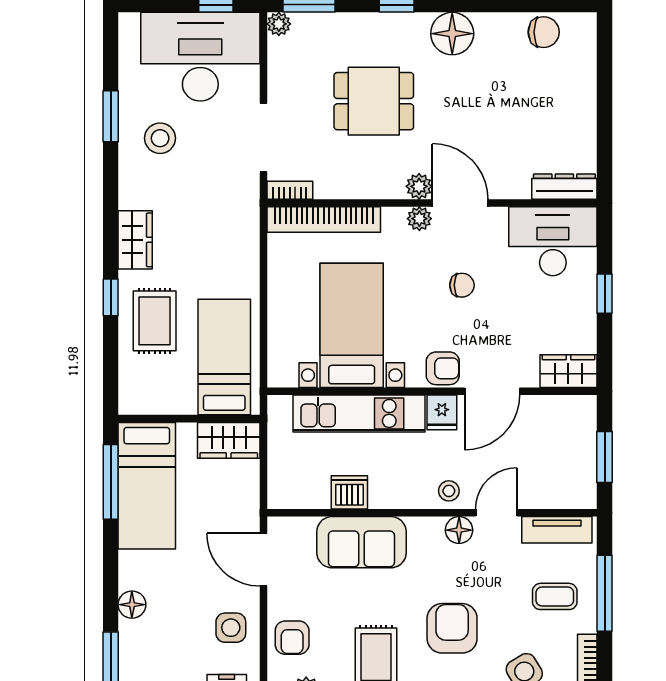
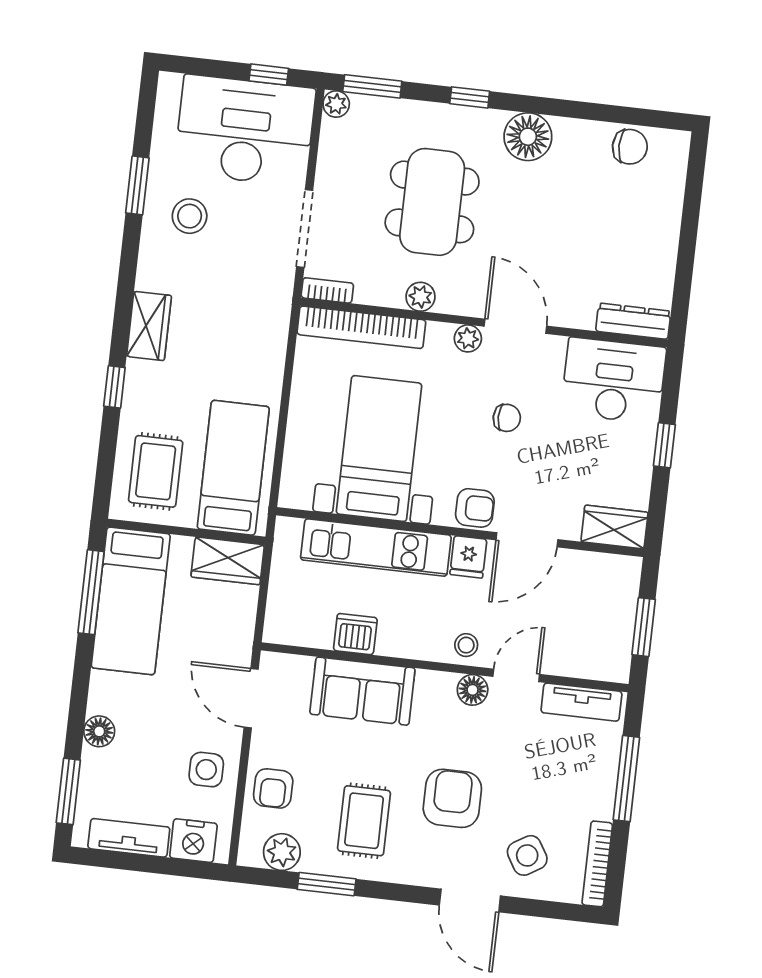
dining table: (374, 101) -> (432, 202), width x1.38
plant: (419, 186) -> (420, 297), moved
rug: (155, 321) -> (156, 471), moved
coffee table: (555, 596) -> (571, 776), removed

